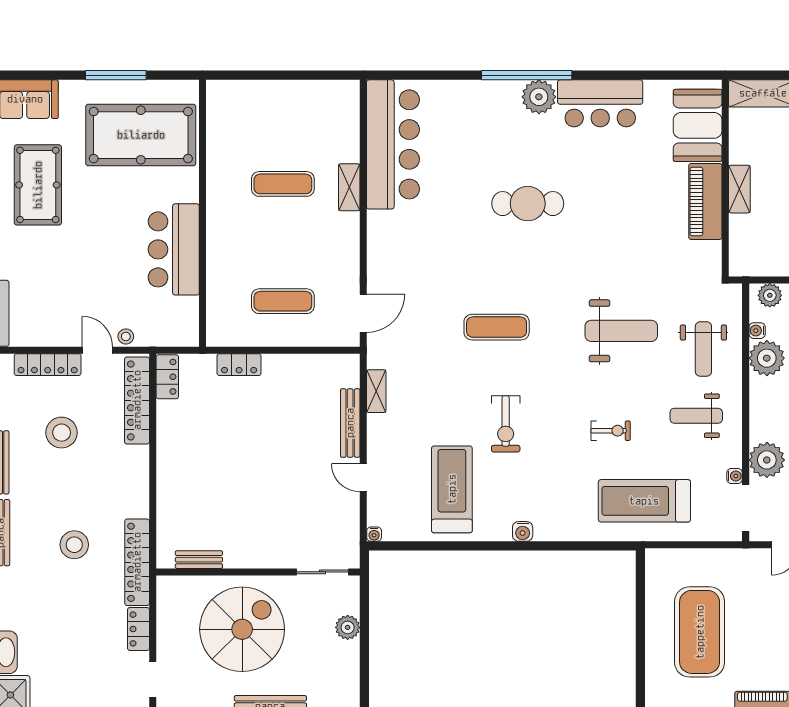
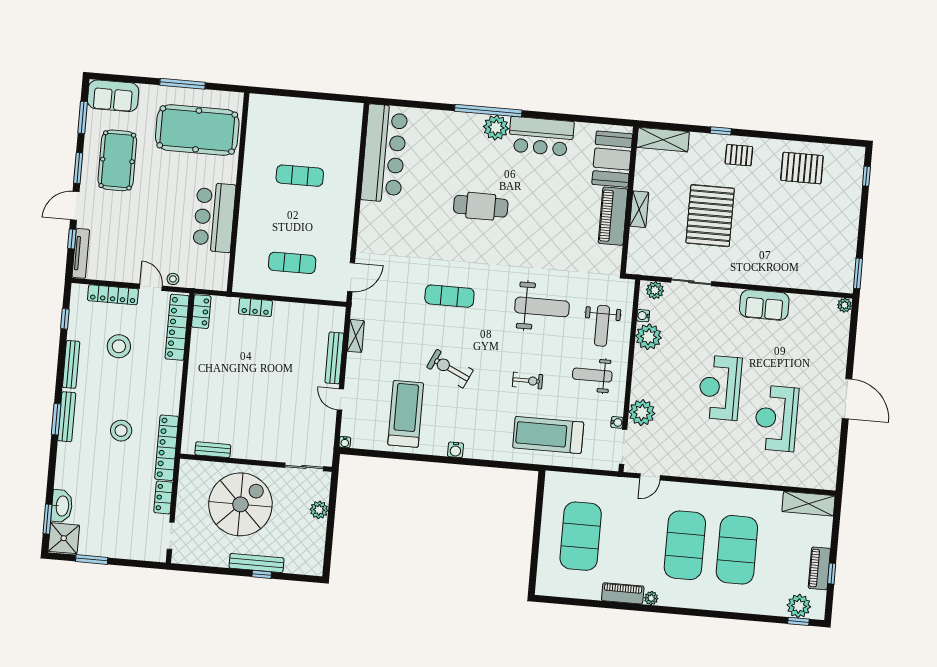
shelving: (349, 187) -> (349, 182), removed
exercise bike: (506, 424) -> (450, 369), turned 115

